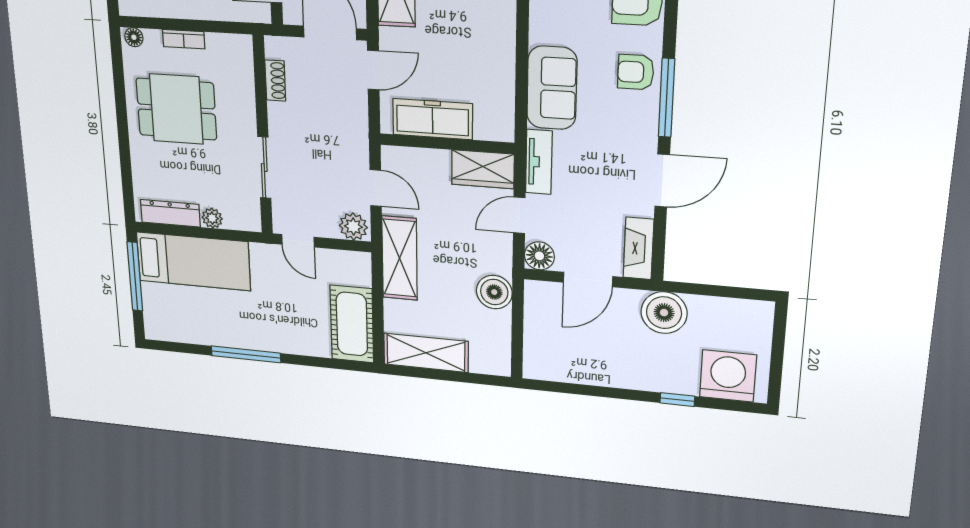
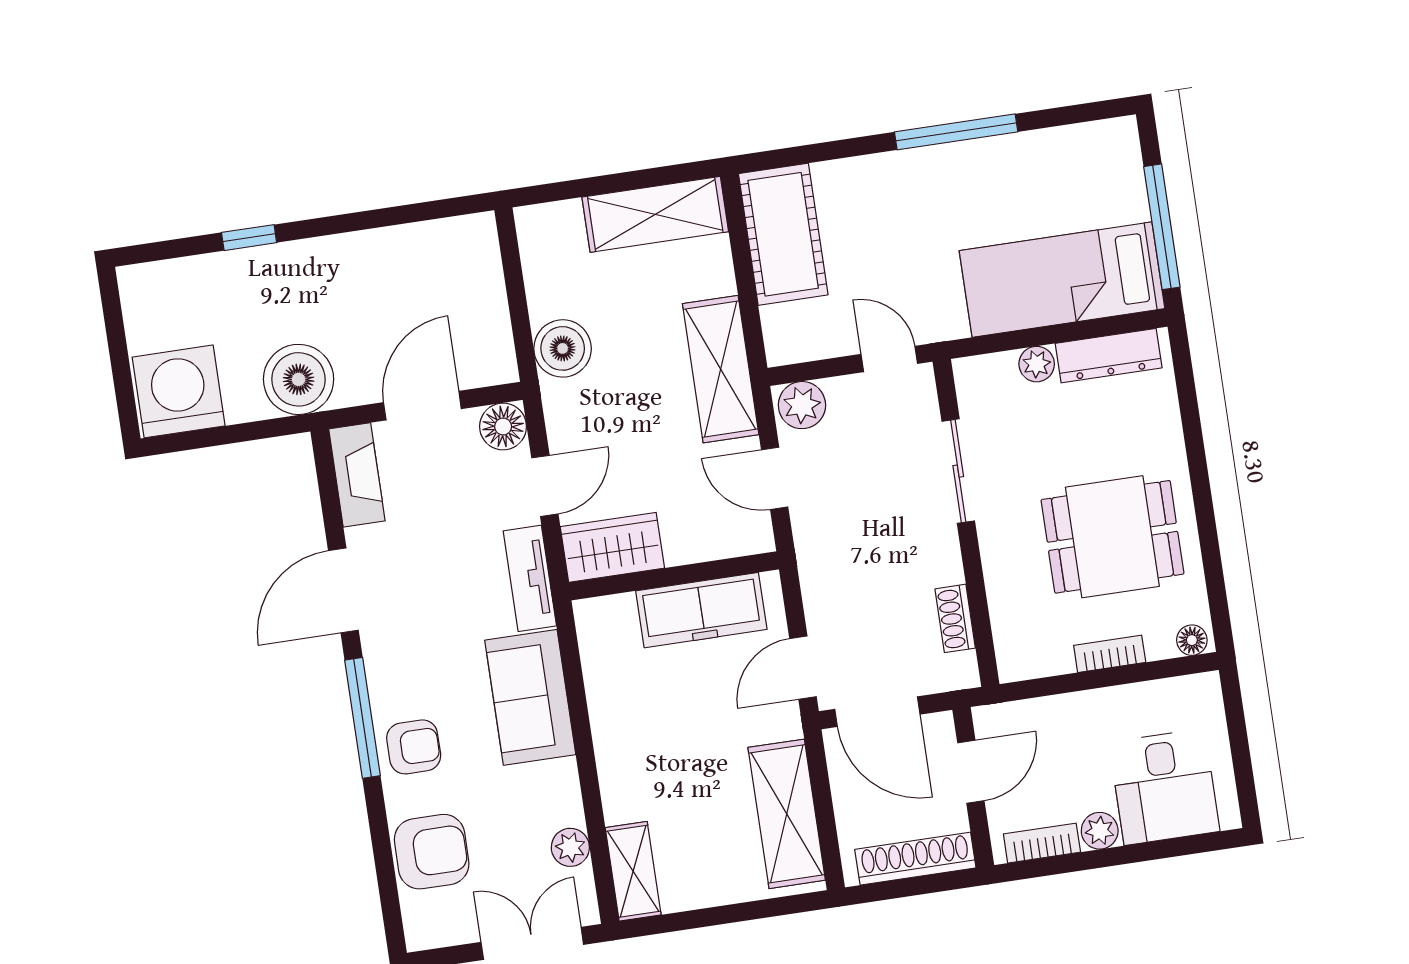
washing machine: (728, 376) -> (179, 391), moved, turned 180

